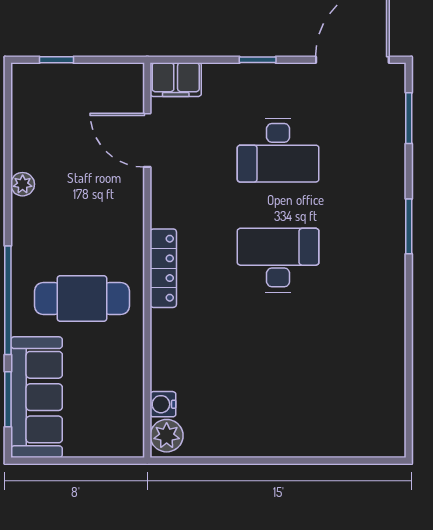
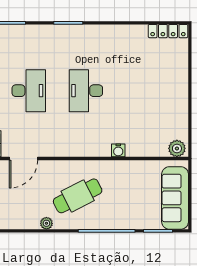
locker: (163, 268) -> (168, 31), moved, turned 180
cafe table: (82, 298) -> (78, 196), moved, turned 63
sofa: (37, 397) -> (175, 198), moved, turned -90
water cooler: (163, 404) -> (118, 150), moved

